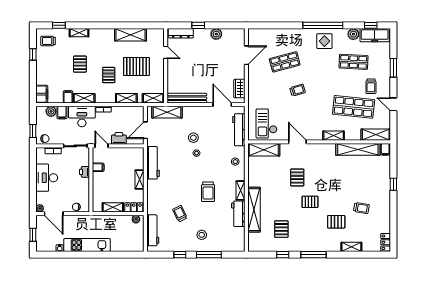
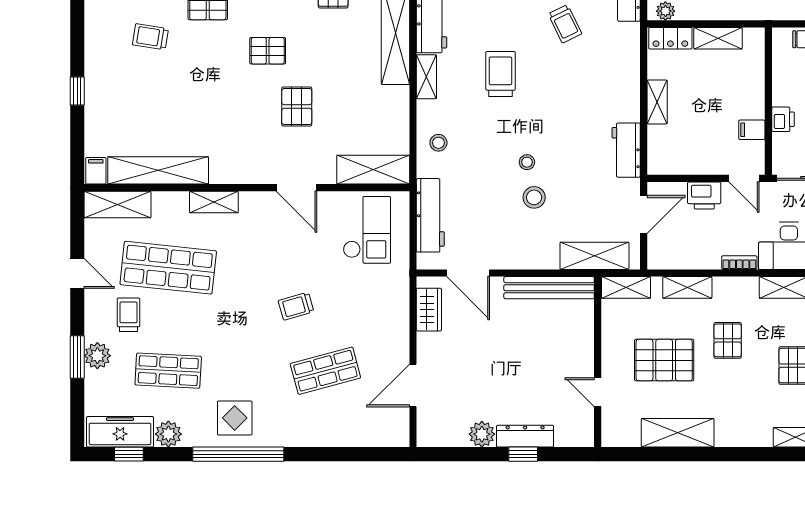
dresser: (181, 33) -> (525, 436), moved
plant: (385, 68) -> (97, 356), added
workbench: (153, 163) -> (626, 150), width x0.73

